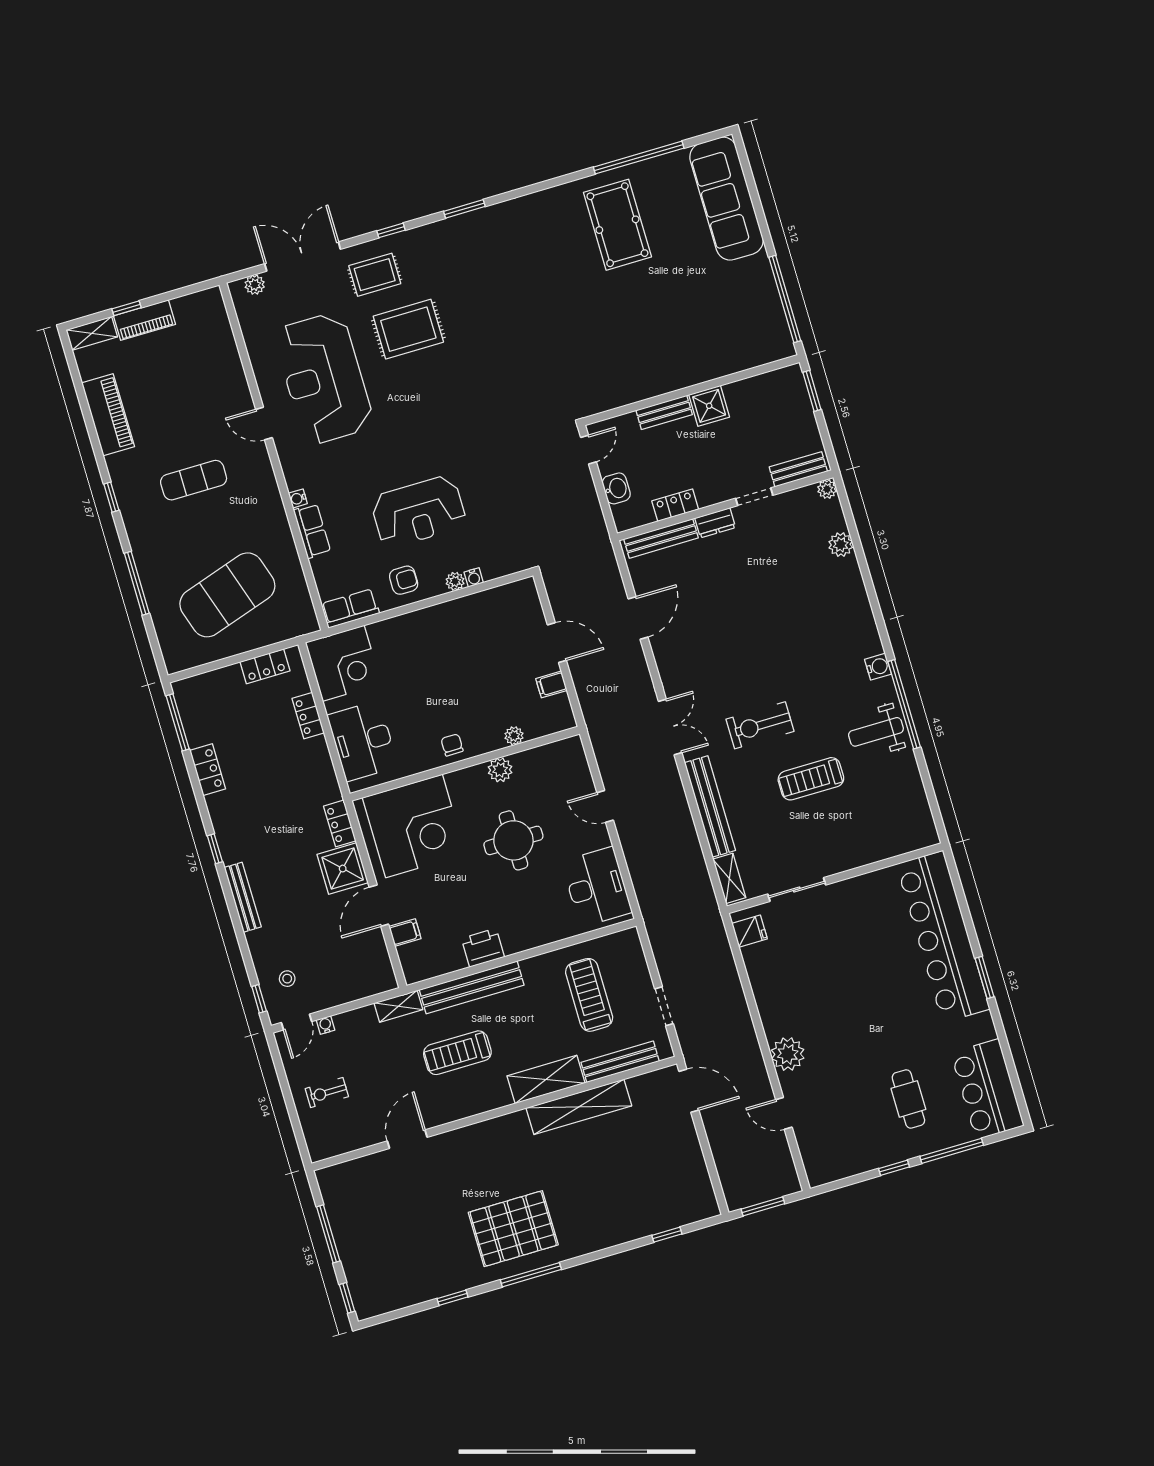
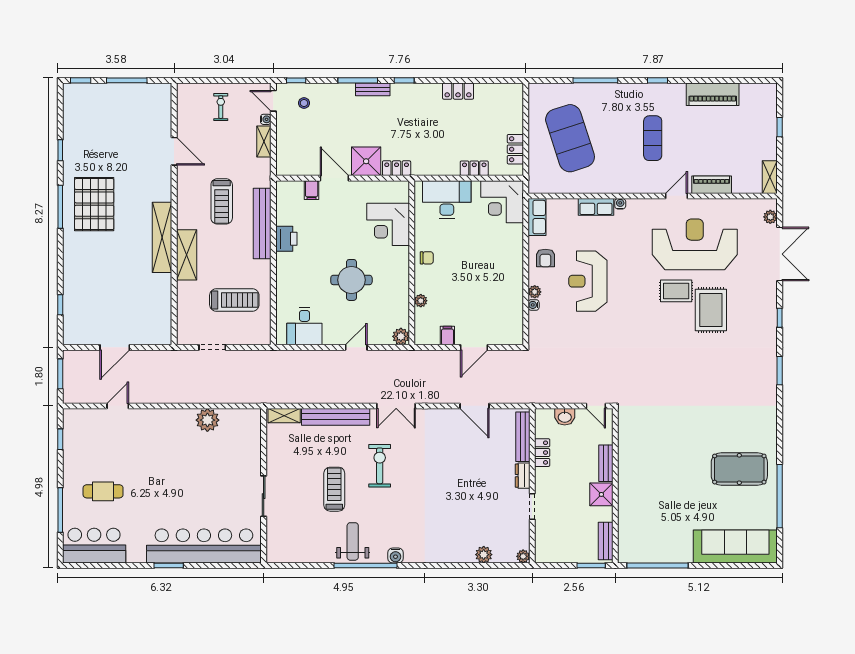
rug: (375, 275) -> (676, 291), moved, turned 90
piano: (145, 320) -> (712, 185), moved, turned 90
shelving: (92, 333) -> (770, 177), moved
bench: (798, 469) -> (606, 541), moved
window: (178, 722) -> (358, 80), moved
plant: (500, 770) -> (401, 336), moved
corner desk: (414, 826) -> (388, 224), width x0.74, depth x0.74
desk: (597, 887) -> (304, 326), width x0.73
sliding door: (797, 889) -> (264, 496), moved
bench: (243, 897) -> (373, 89), width x0.73
fridge: (750, 931) -> (245, 419), removed
shelving: (398, 1006) -> (264, 141), moved
treadmill: (457, 1053) -> (222, 201), turned 180
plant: (788, 1054) -> (207, 420), moved
bench: (620, 1062) -> (184, 307), removed
door: (689, 1091) -> (115, 347), moved
shelving: (579, 1107) -> (162, 237), moved
window: (894, 1168) -> (60, 439), moved

